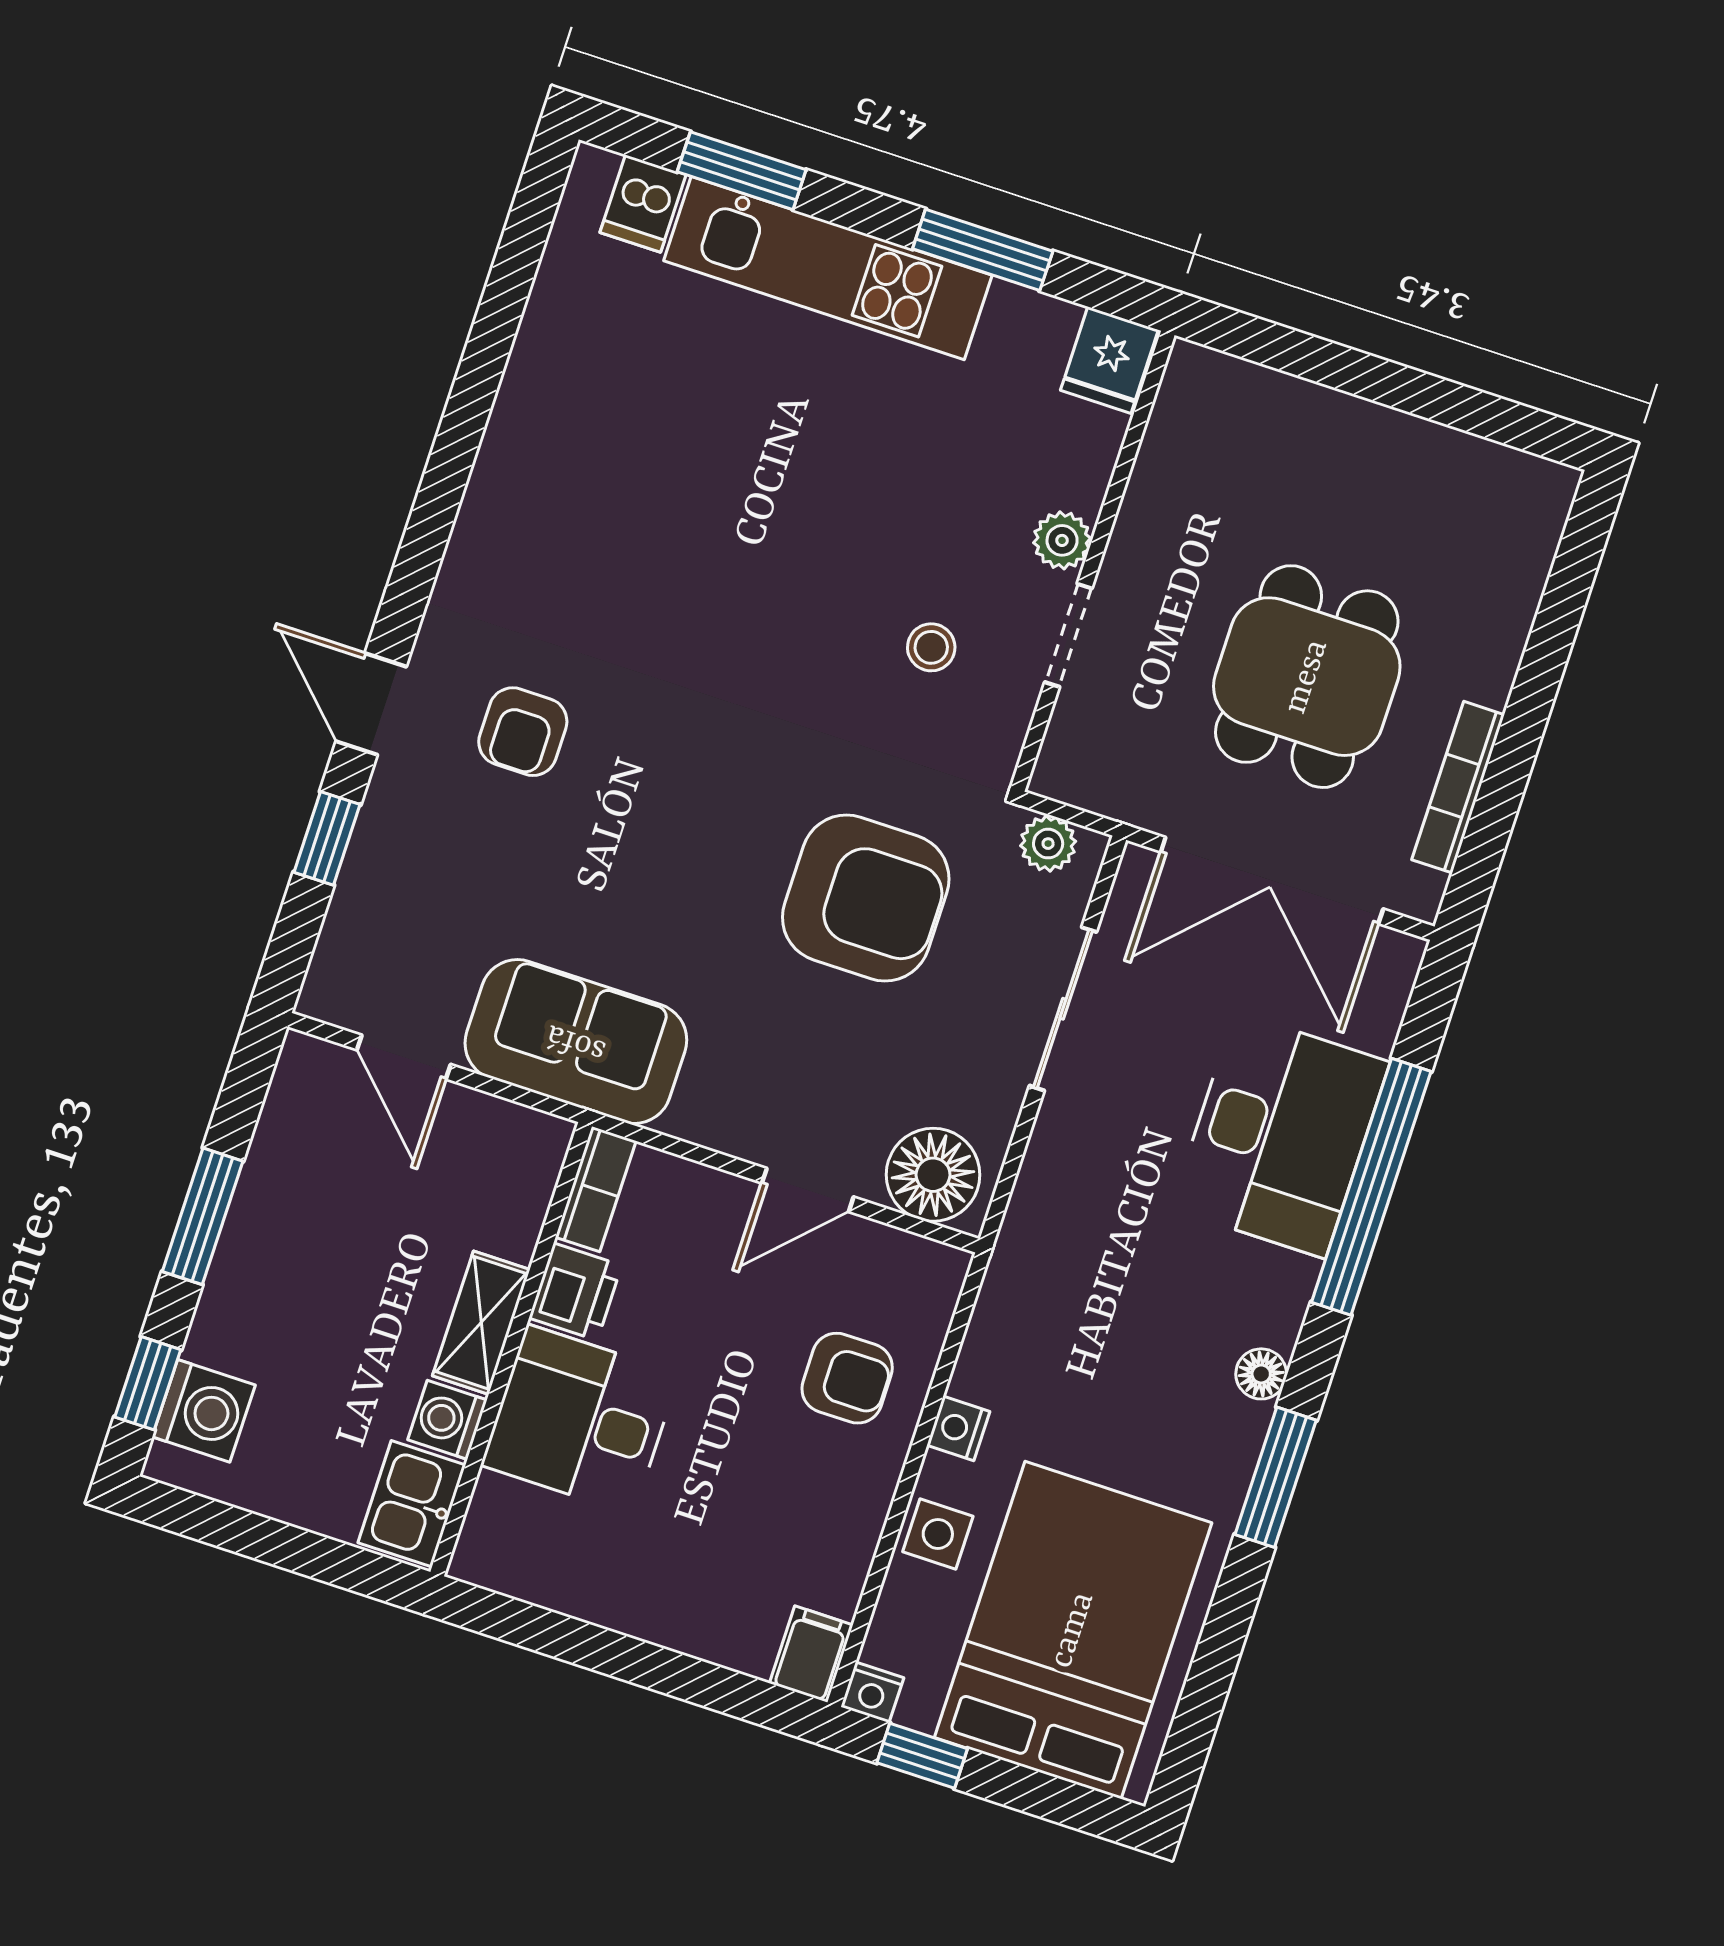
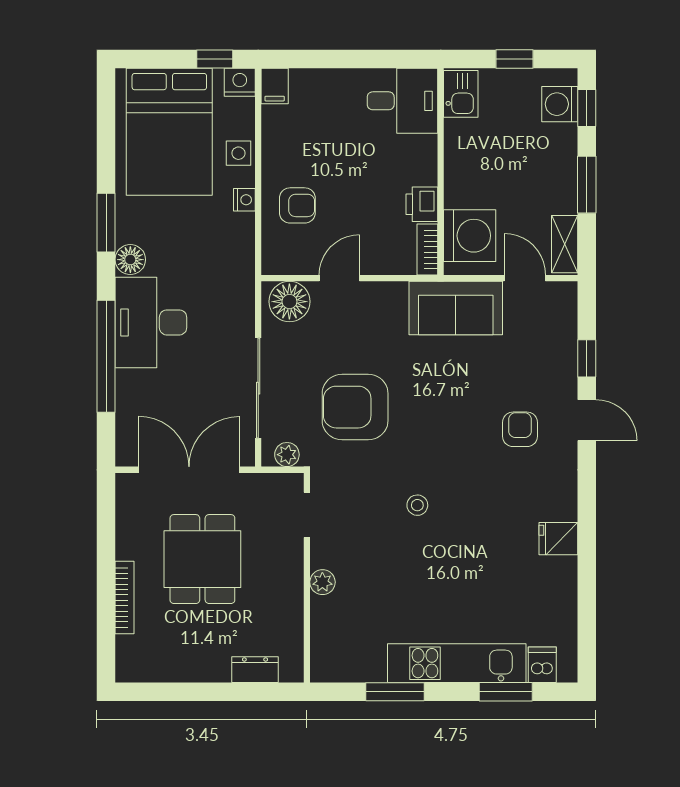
fridge: (1109, 360) -> (558, 539), moved, turned -90
dresser: (1271, 398) -> (255, 670), added
doorway: (1068, 635) -> (307, 515), moved
stool: (931, 647) -> (417, 505), moved
bookcase: (1458, 787) -> (125, 598), moved
sliding door: (1063, 1009) -> (258, 388), width x1.37
desk: (1280, 1135) -> (151, 322), moved
shelving: (481, 1323) -> (565, 244), moved
floor lamp: (1261, 1374) -> (130, 260), width x1.37, depth x1.37
armchair: (847, 1378) -> (297, 205), turned 180
washing machine: (447, 1420) -> (470, 236), moved, width x1.89, depth x1.89
desk: (580, 1420) -> (402, 101), moved
window: (270, 1541) -> (515, 59), added
nightstand: (872, 1692) -> (240, 82), width x1.39, depth x1.35

